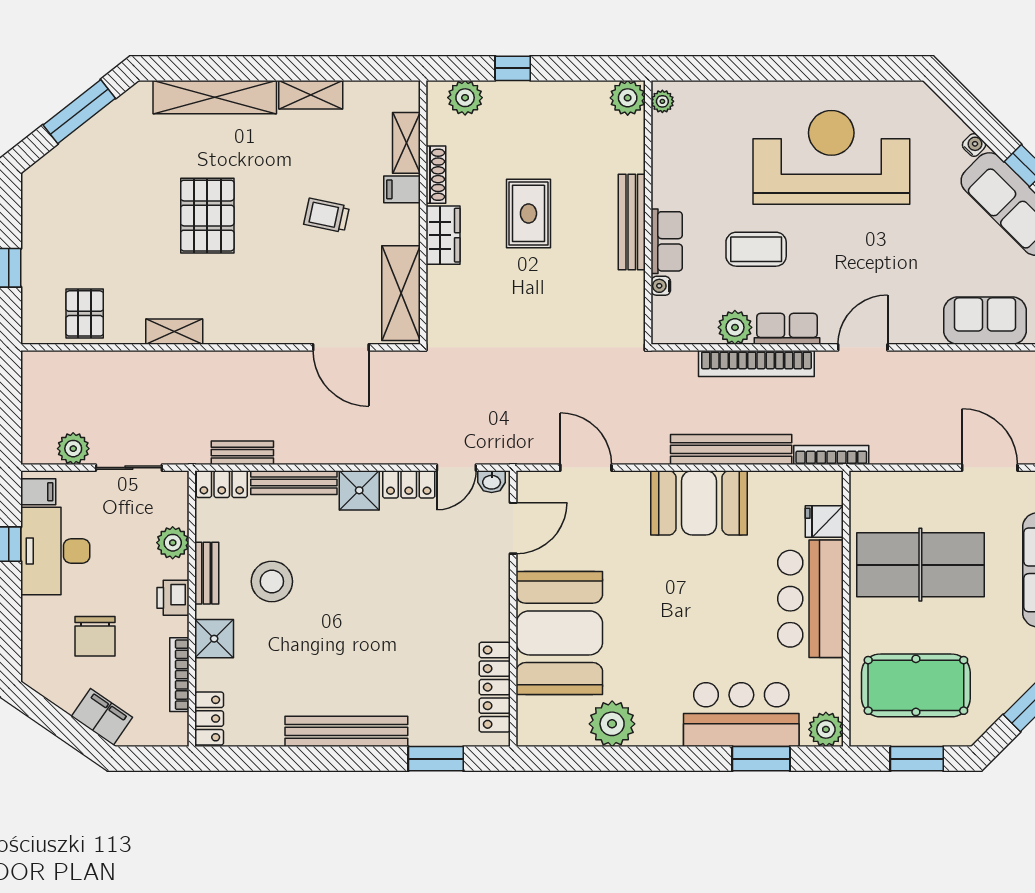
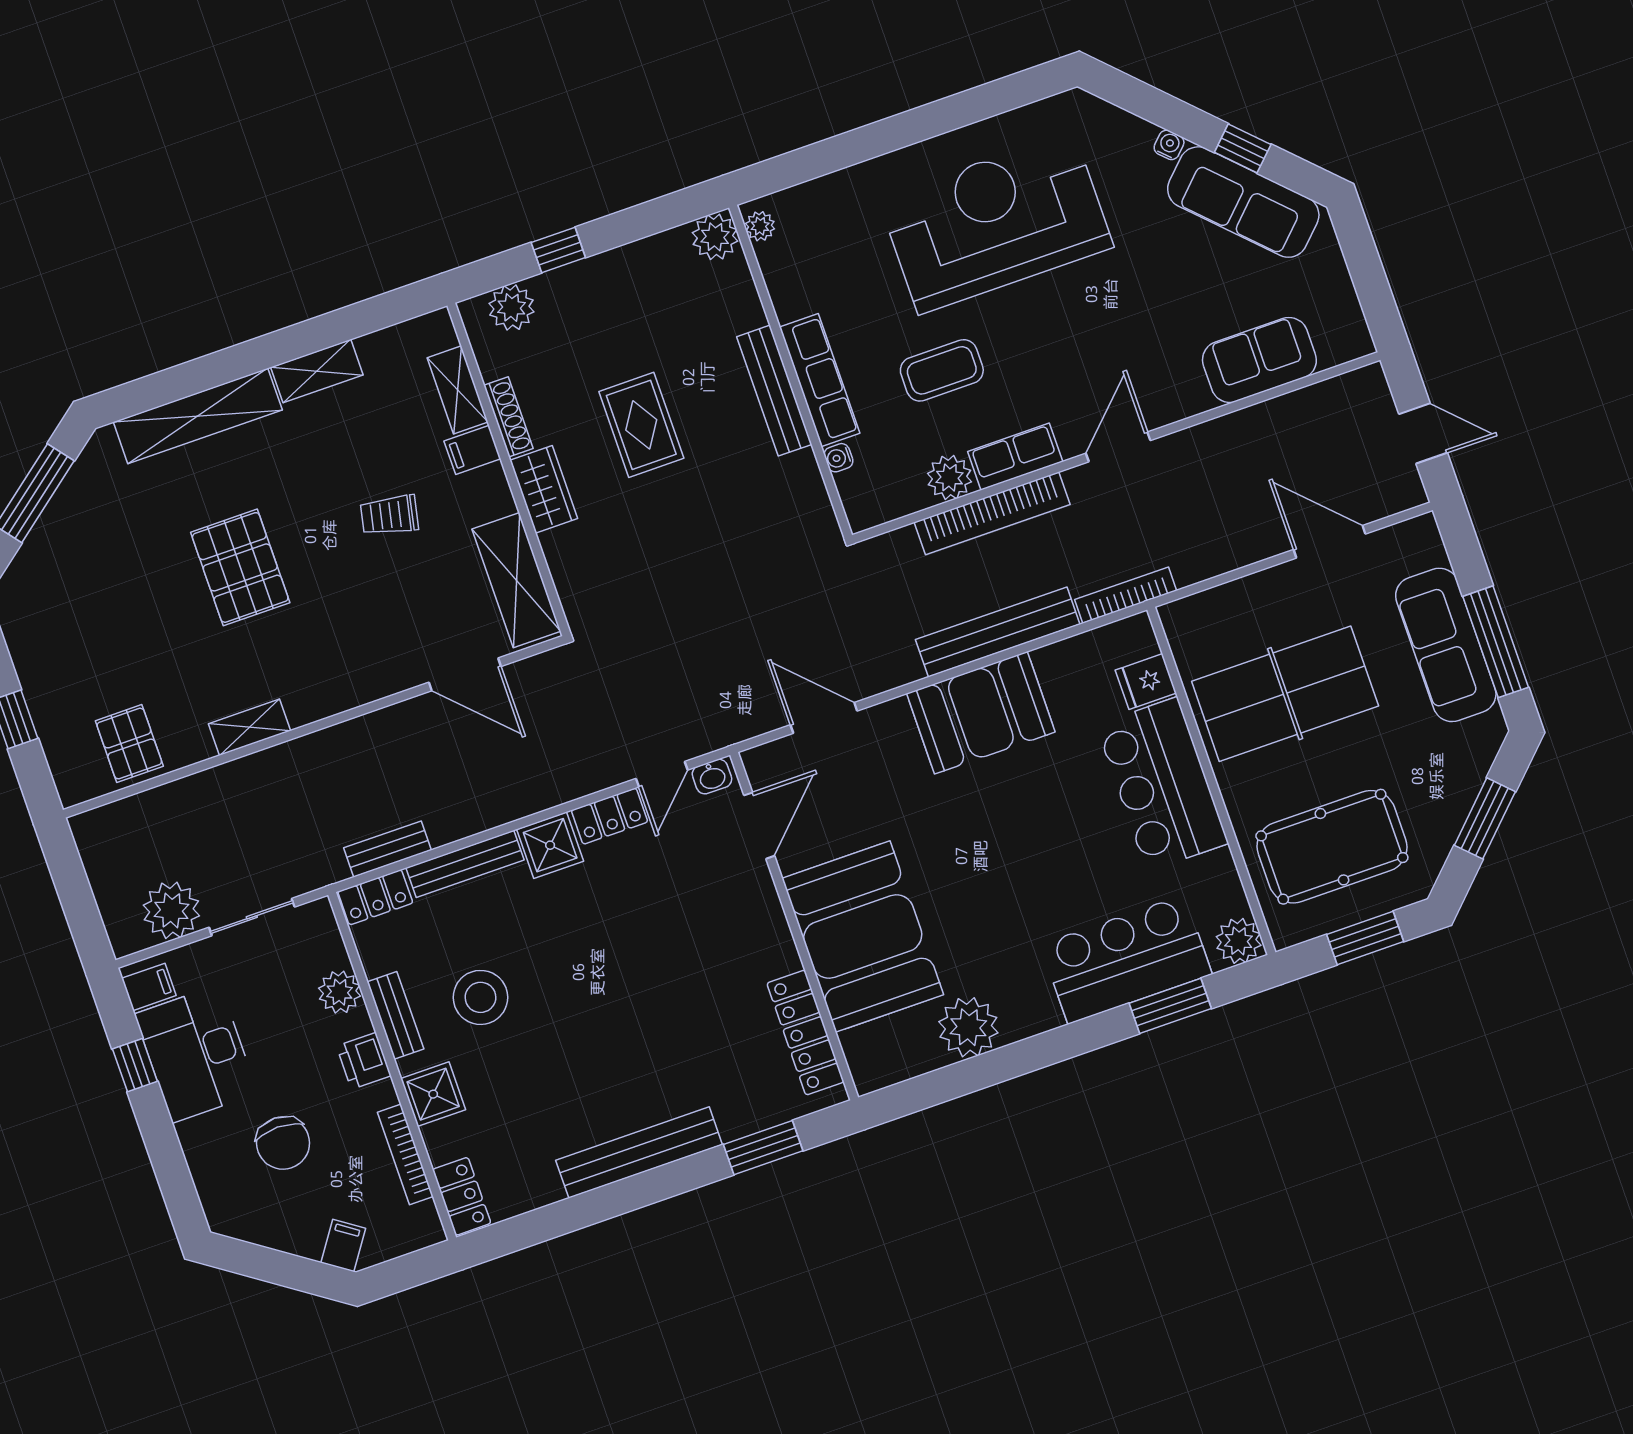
row of seats: (667, 241) -> (820, 380), width x1.48
plant: (73, 449) -> (171, 910), width x1.36, depth x1.36
filing cabinet: (102, 717) -> (343, 1245), width x0.50

